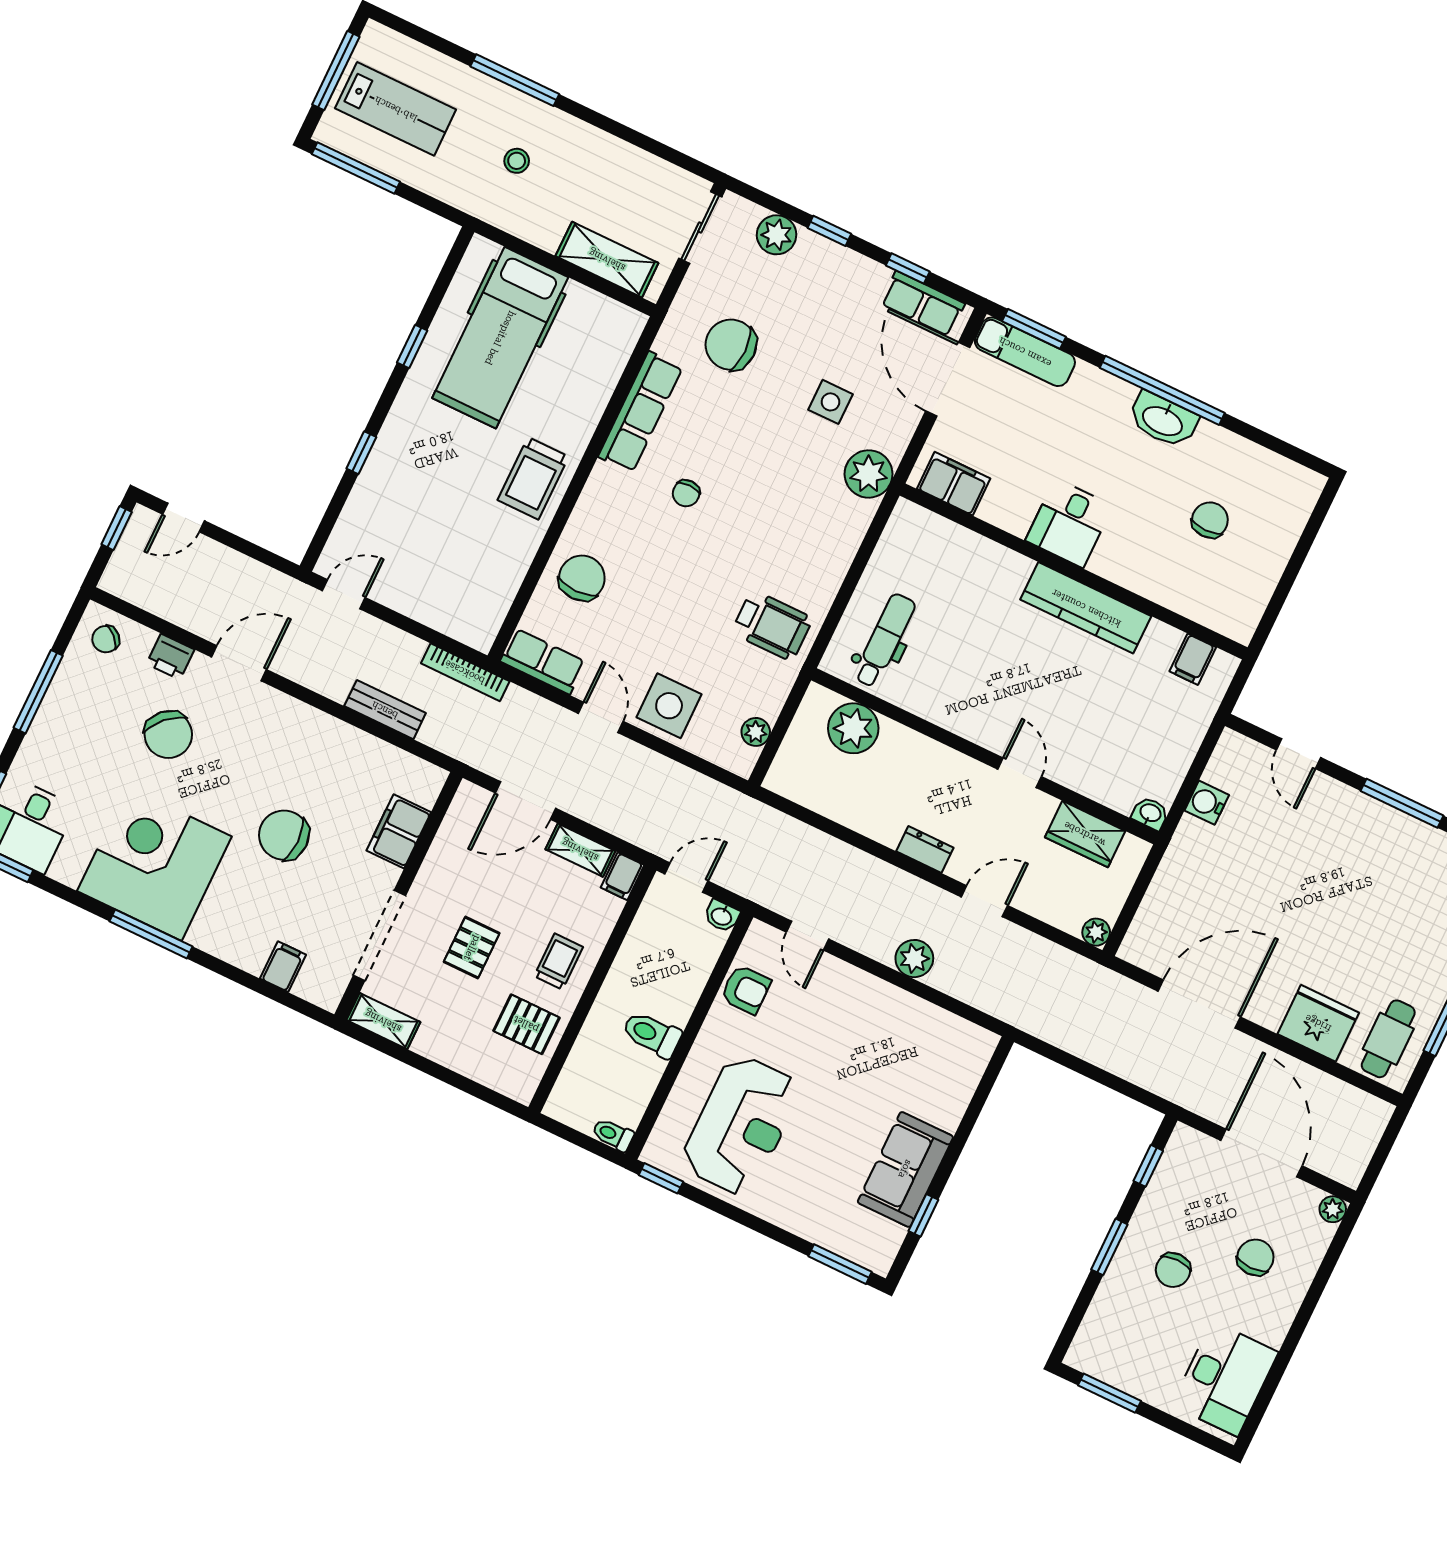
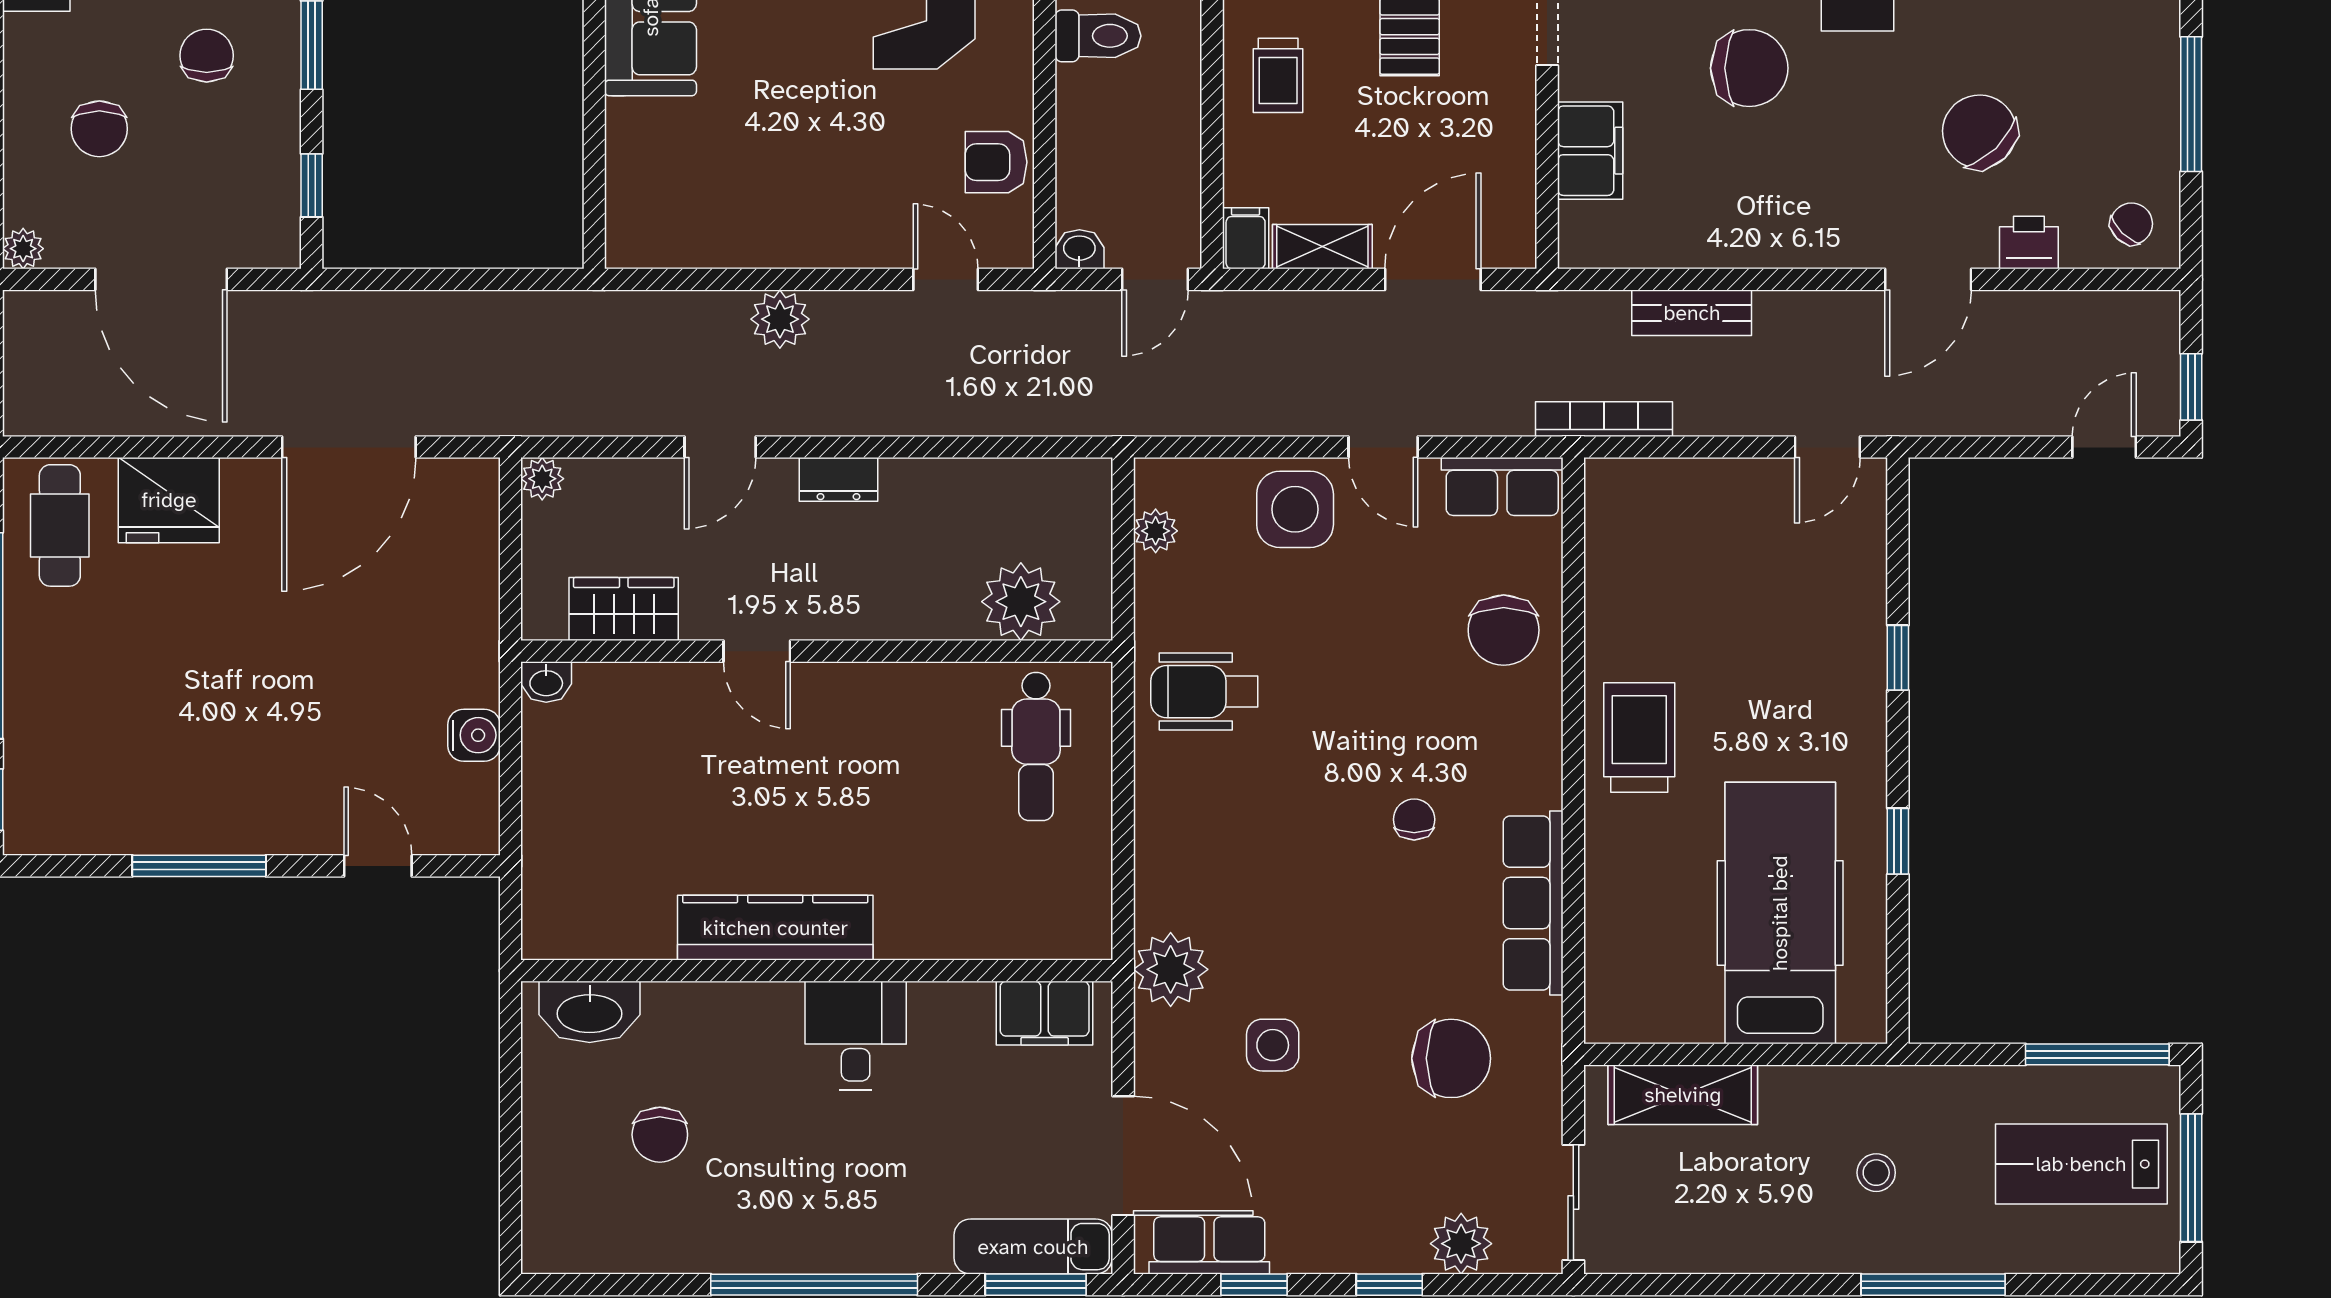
washbasin: (1163, 420) -> (590, 1012), moved, turned 180
filing cabinet: (1193, 659) -> (590, 927), removed

